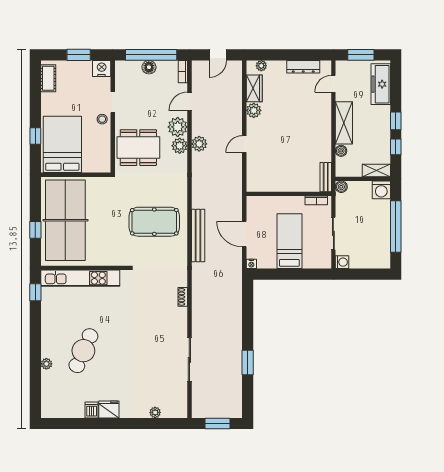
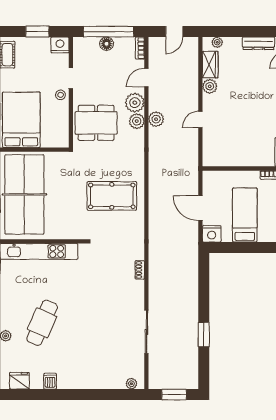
bench: (198, 236) -> (155, 210), removed
nightstand: (251, 264) -> (212, 234), width x1.89, depth x1.79
fridge: (109, 409) -> (19, 381), moved
plant: (155, 412) -> (131, 384), moved

